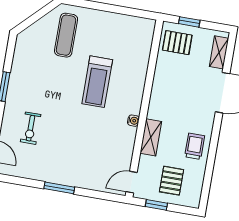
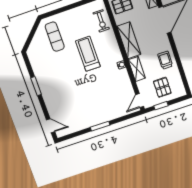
treadmill: (97, 82) -> (88, 54), turned 180
shelving: (161, 94) -> (129, 40), added
exercise bike: (31, 128) -> (101, 21), moved

